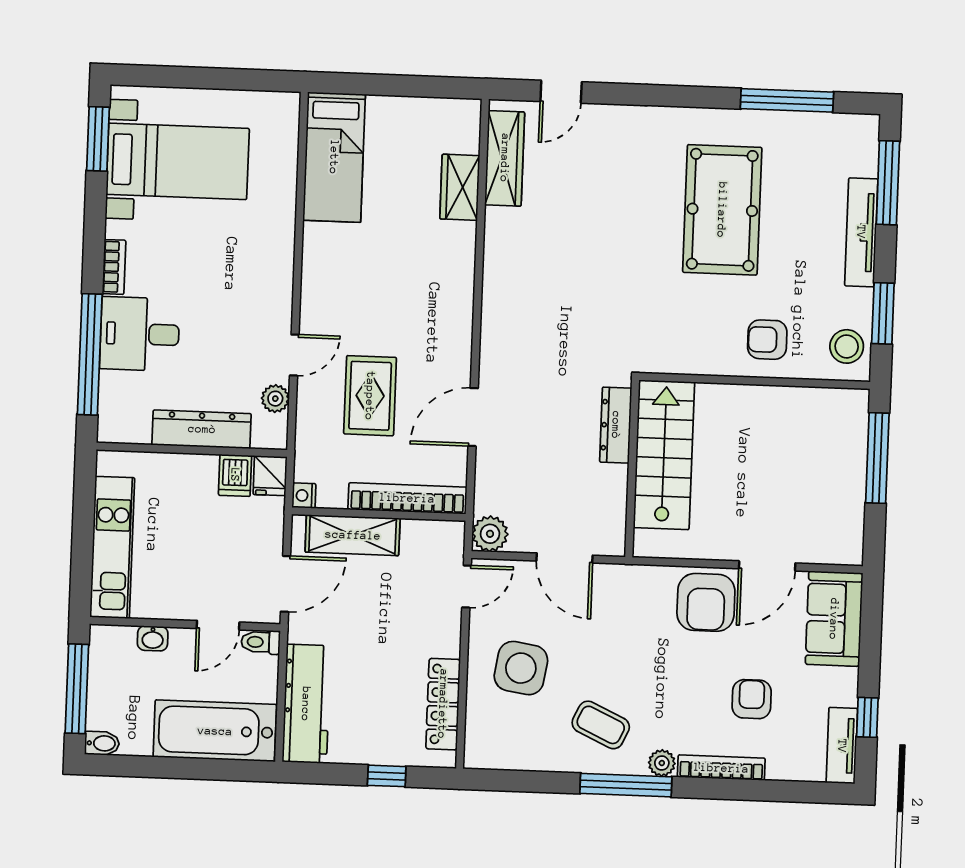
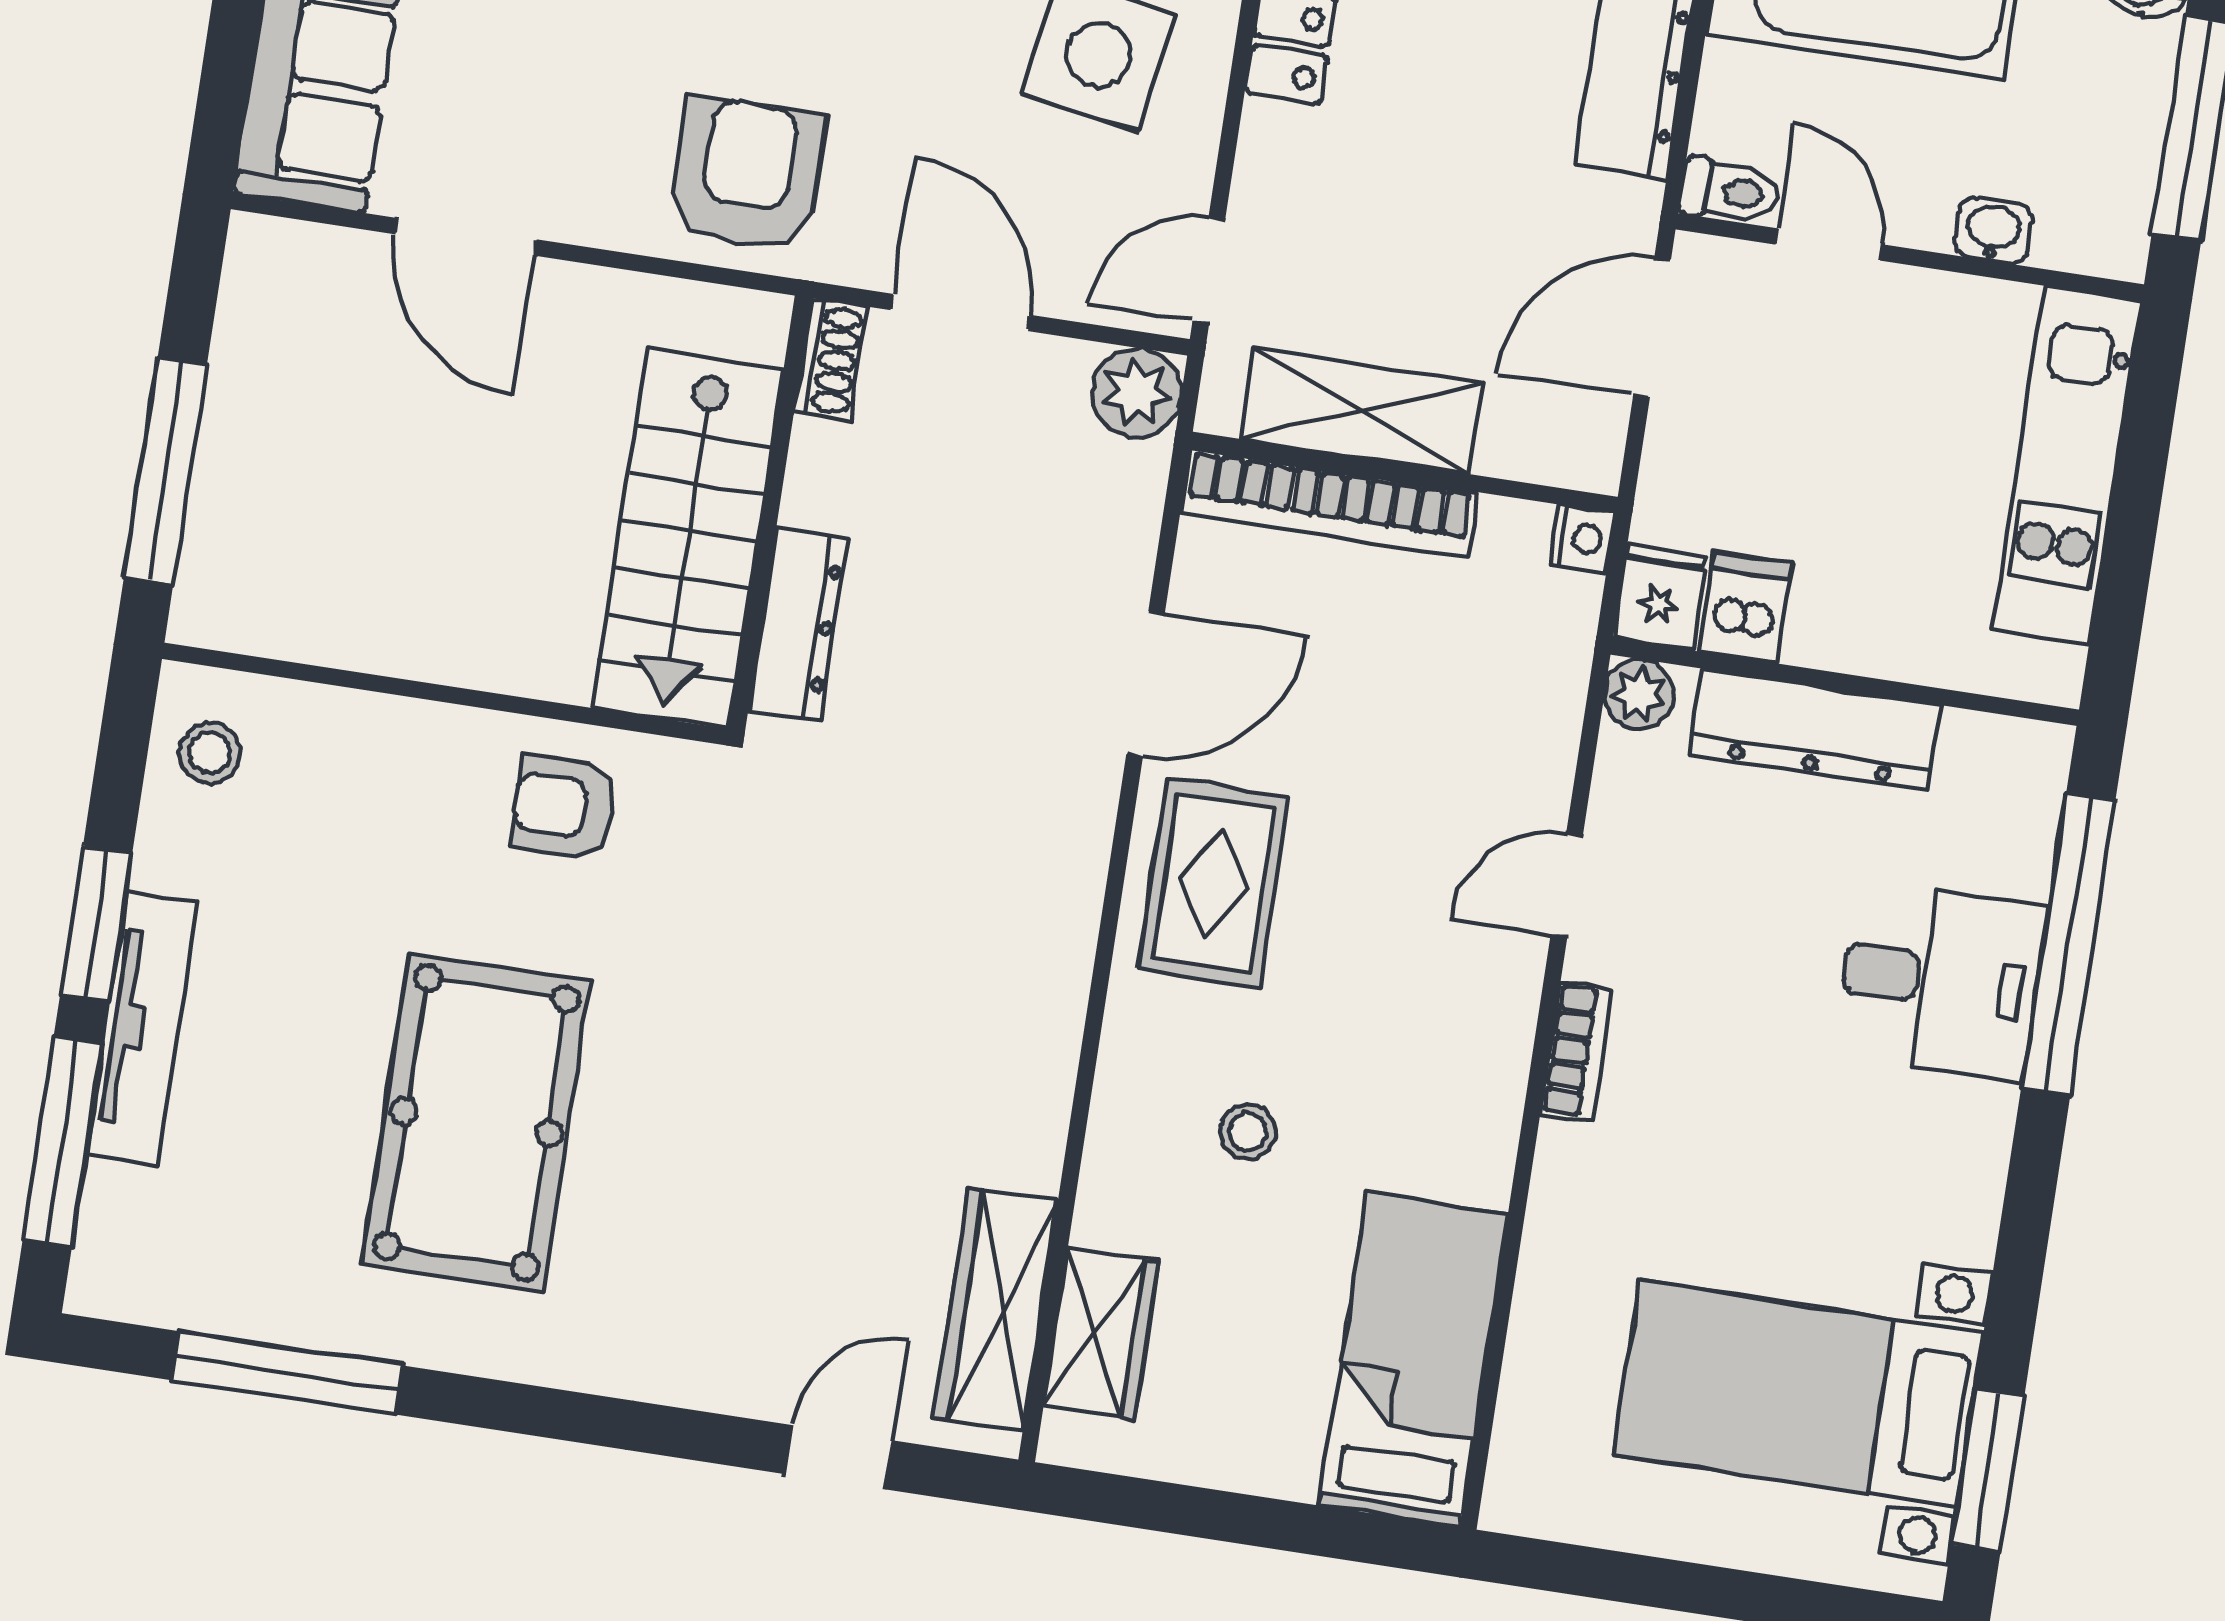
wardrobe: (460, 187) -> (1101, 1333), moved
stool: (411, 241) -> (1248, 1132), added
bookcase: (114, 267) -> (1577, 1051), moved, turned 180
window: (883, 313) -> (96, 924), moved
armchair: (767, 340) -> (564, 807), moved, turned 180
stool: (847, 346) -> (210, 753), width x0.73, depth x0.73
rug: (370, 396) -> (1214, 883), moved
plant: (275, 399) -> (1639, 694), moved
shoe rack: (615, 533) -> (830, 360), added
shelving: (353, 535) -> (1362, 411), moved
door: (767, 566) -> (466, 237), swing flipped
armchair: (706, 602) -> (747, 174), moved
door: (218, 625) -> (1829, 245), hinge flipped

